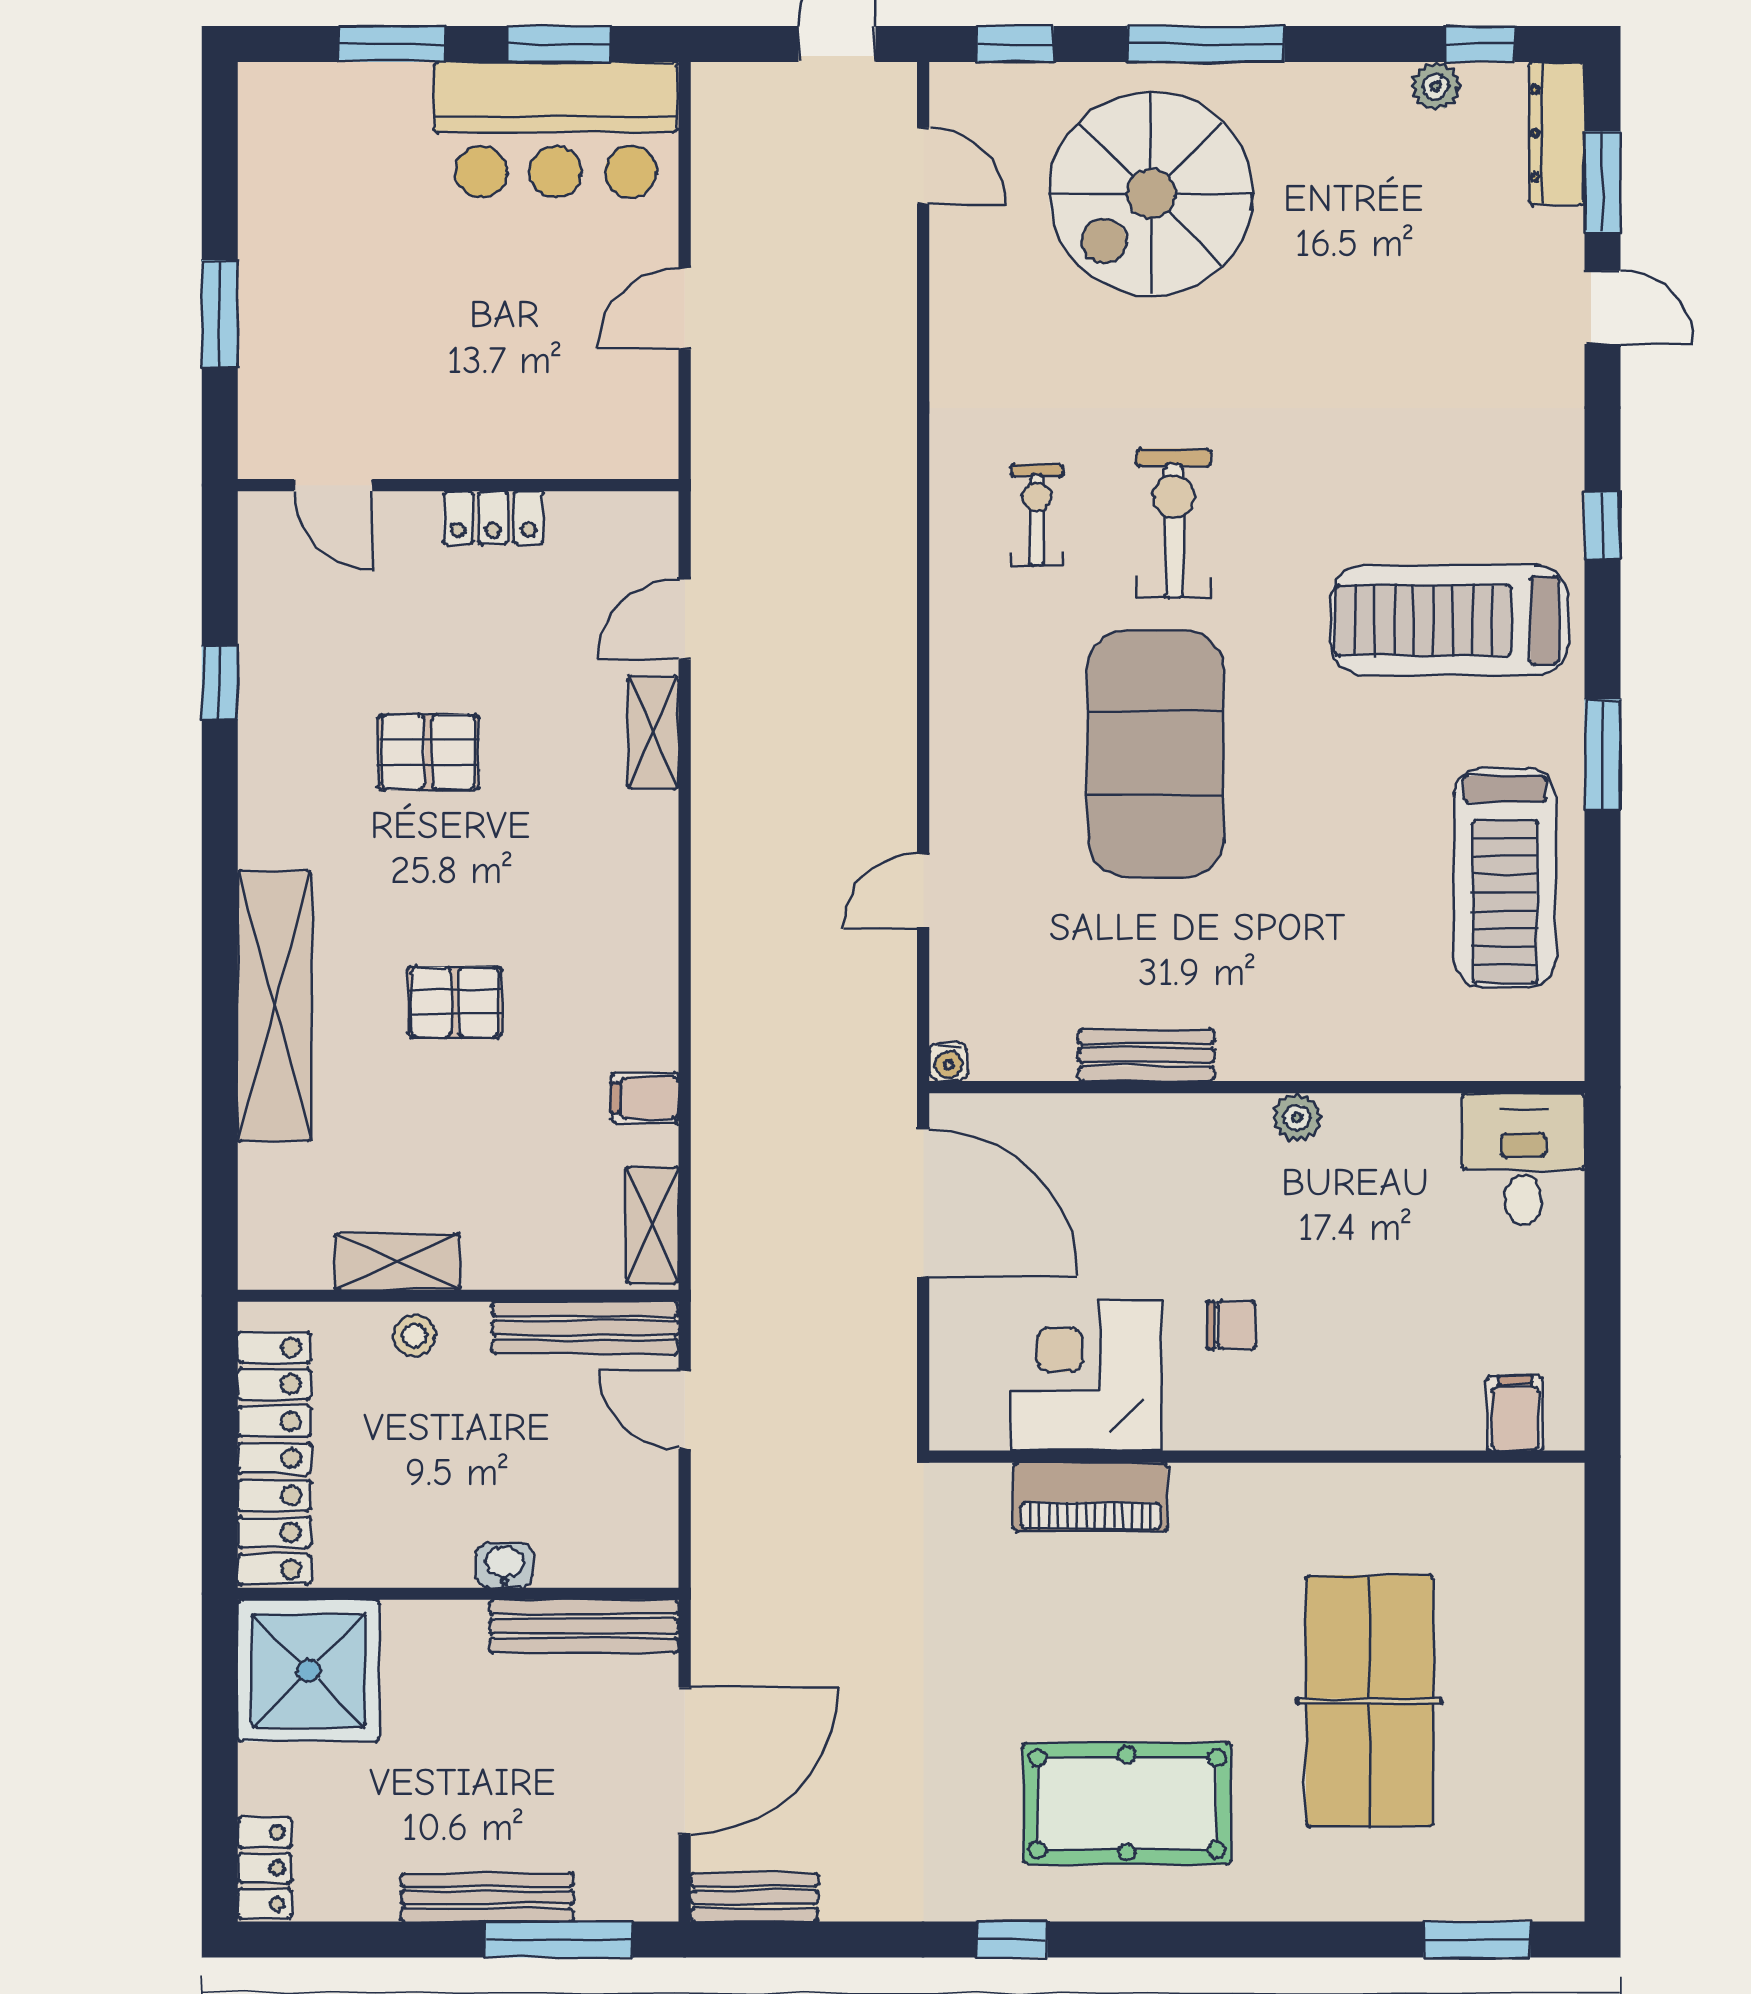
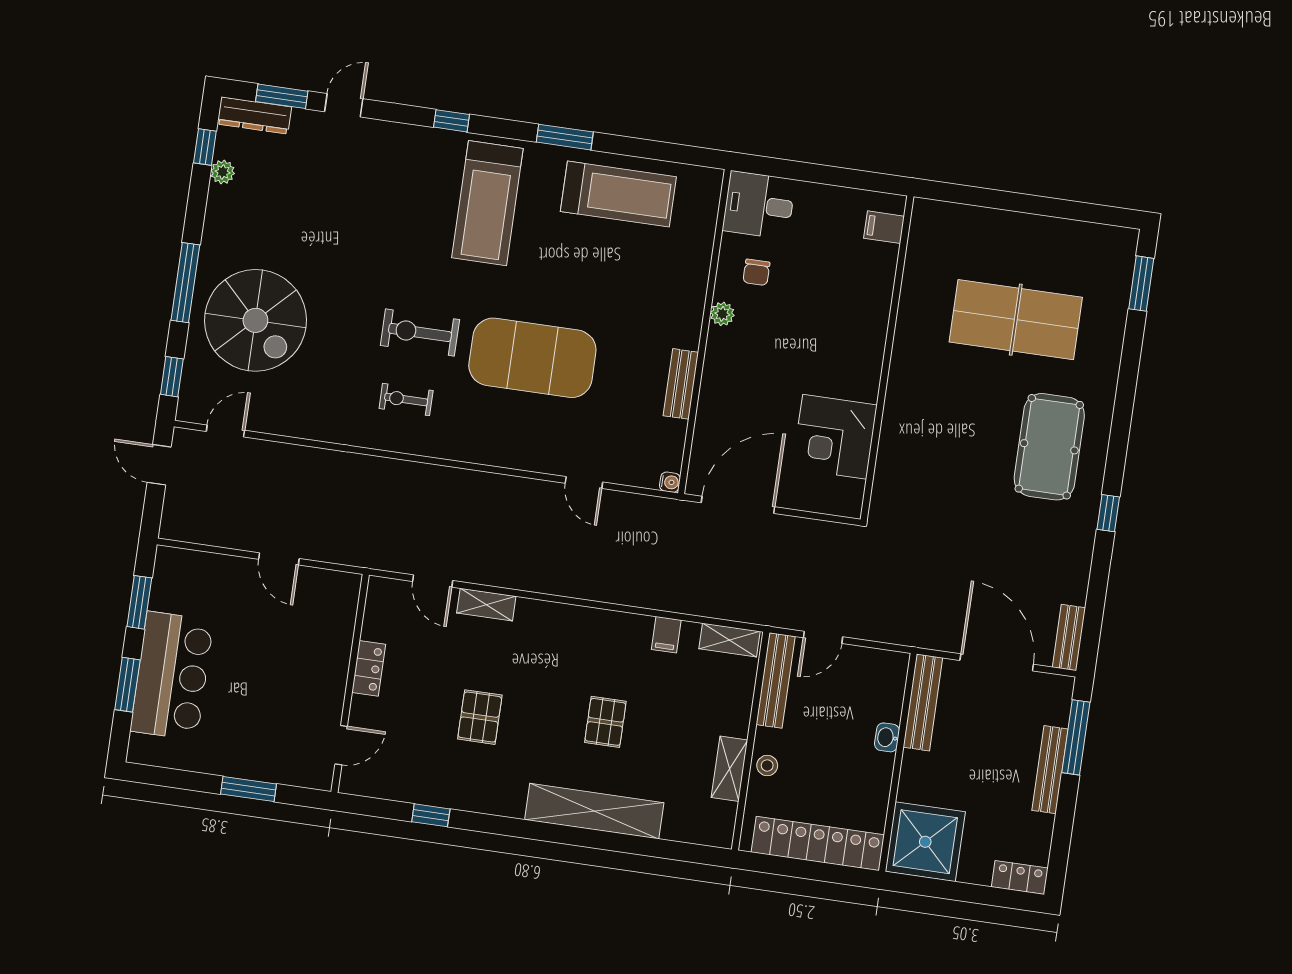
bar counter: (556, 130) -> (172, 676), moved
chair: (1231, 1325) -> (756, 272), moved, turned 180
piano: (1091, 1497) -> (895, 443), removed

